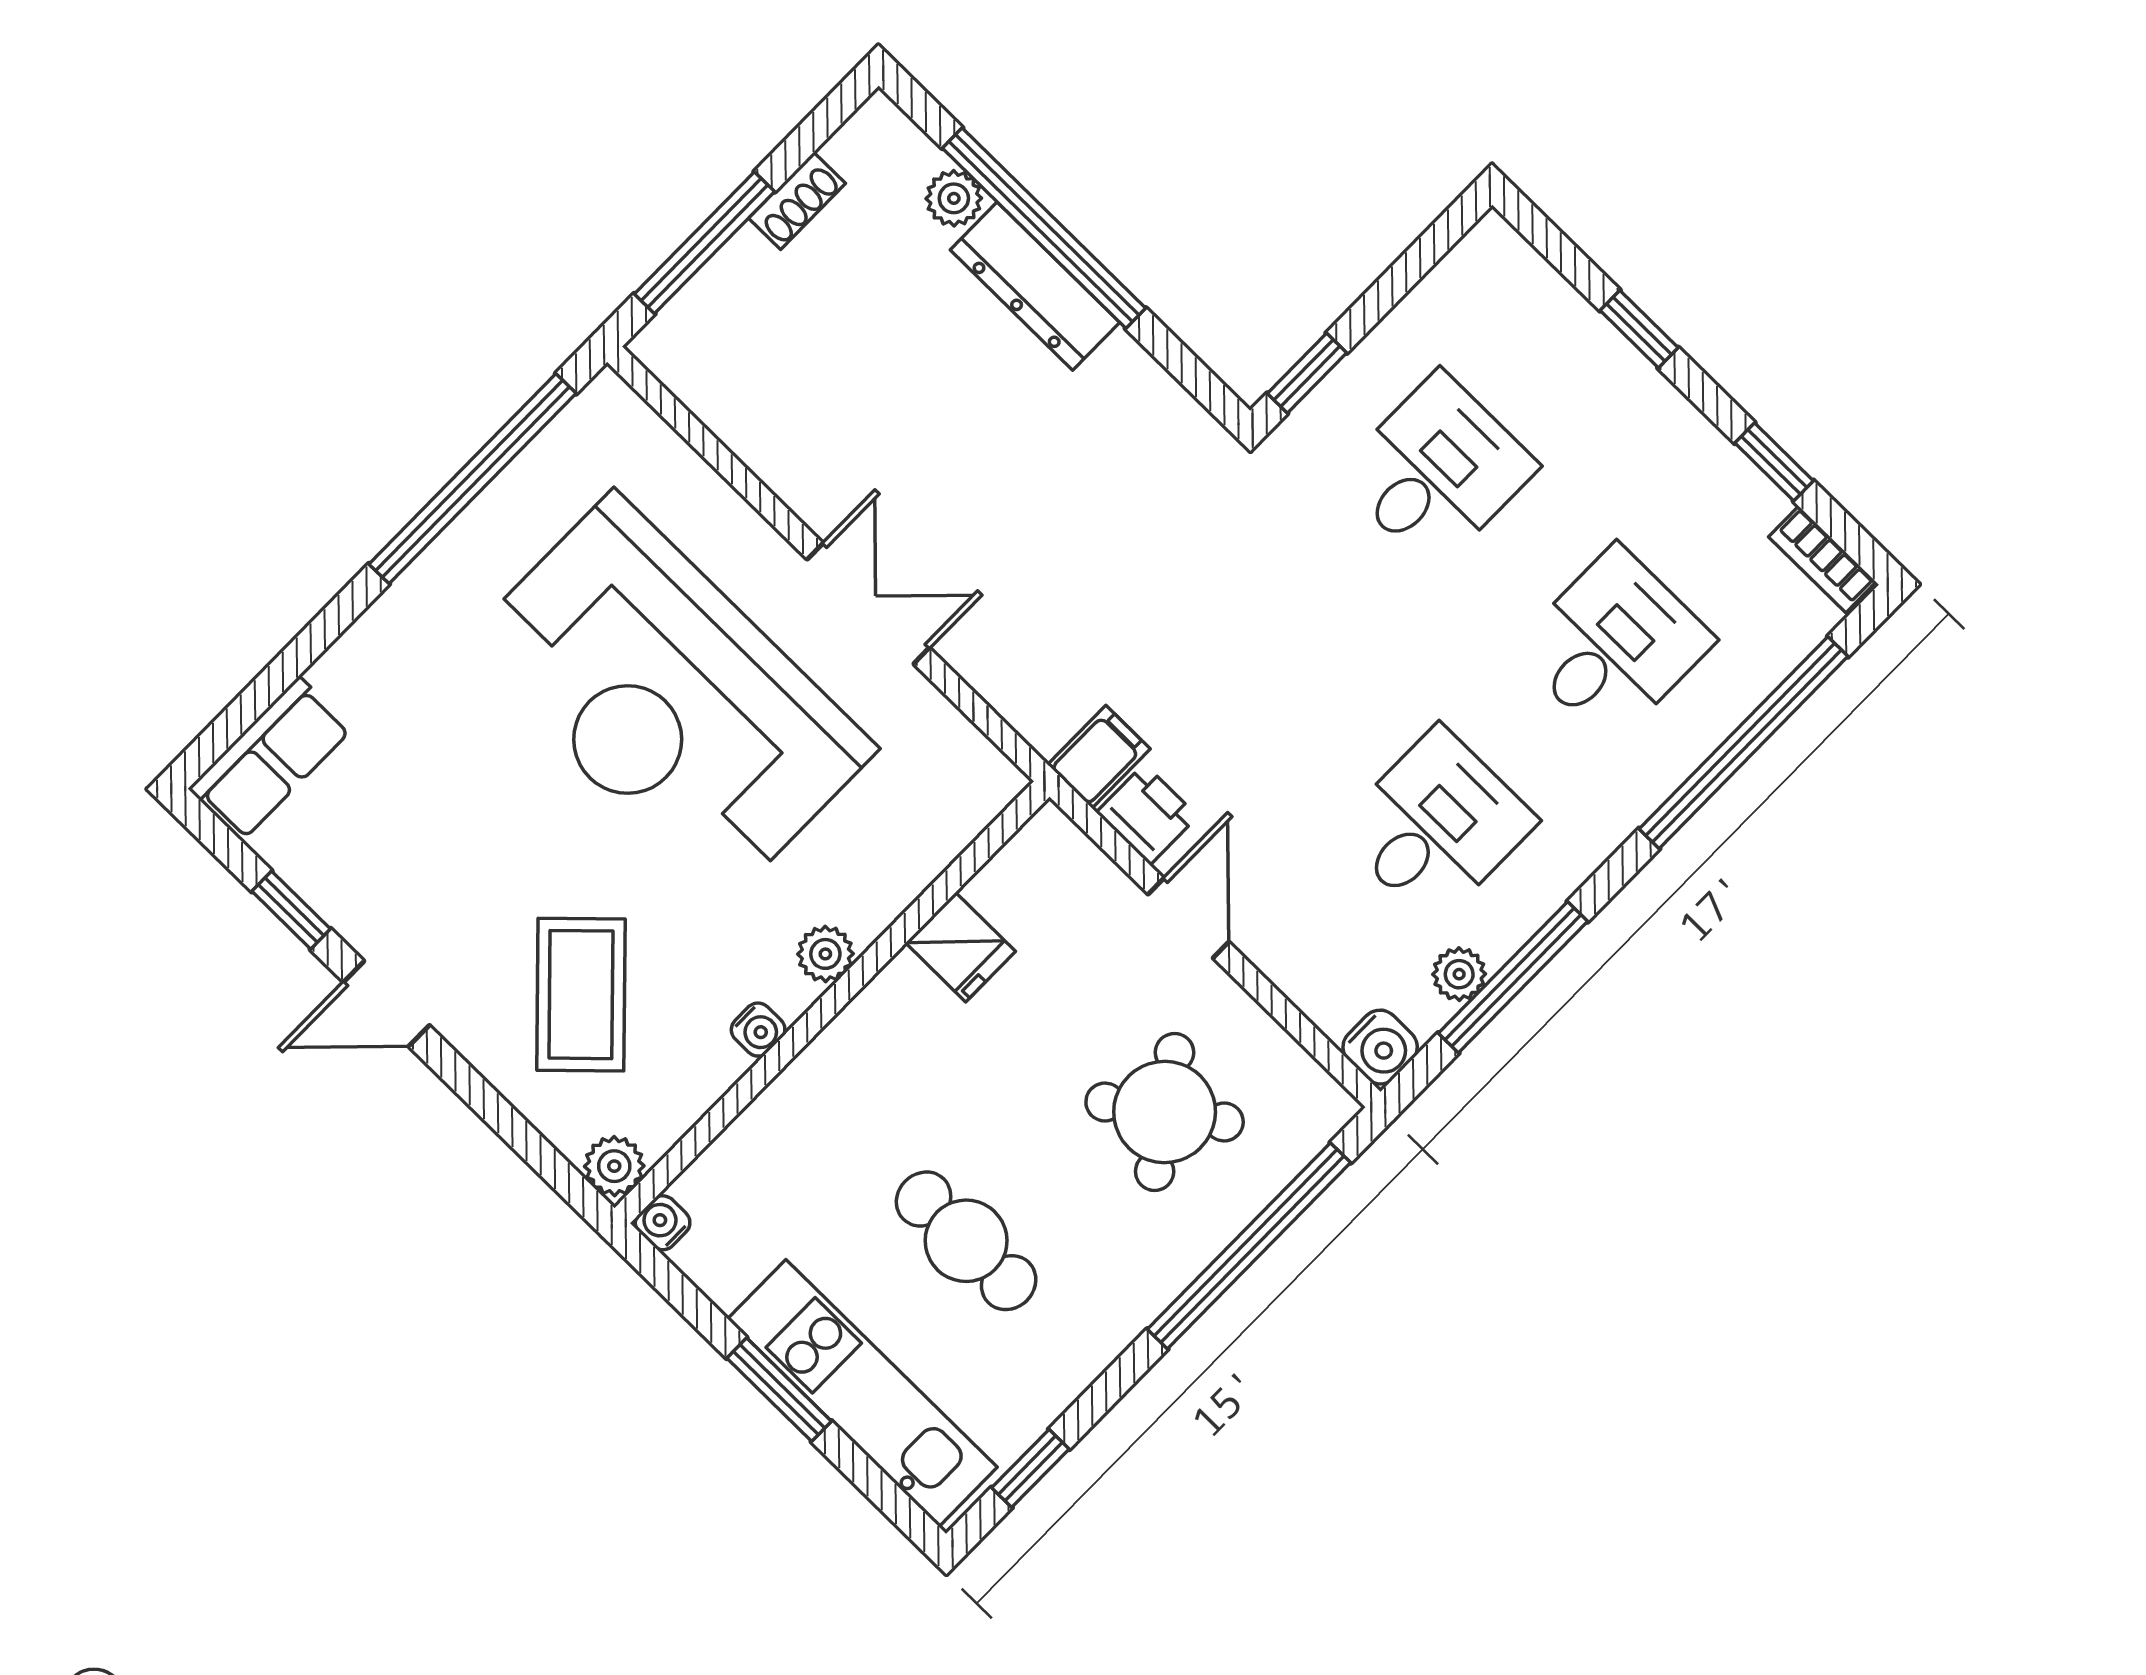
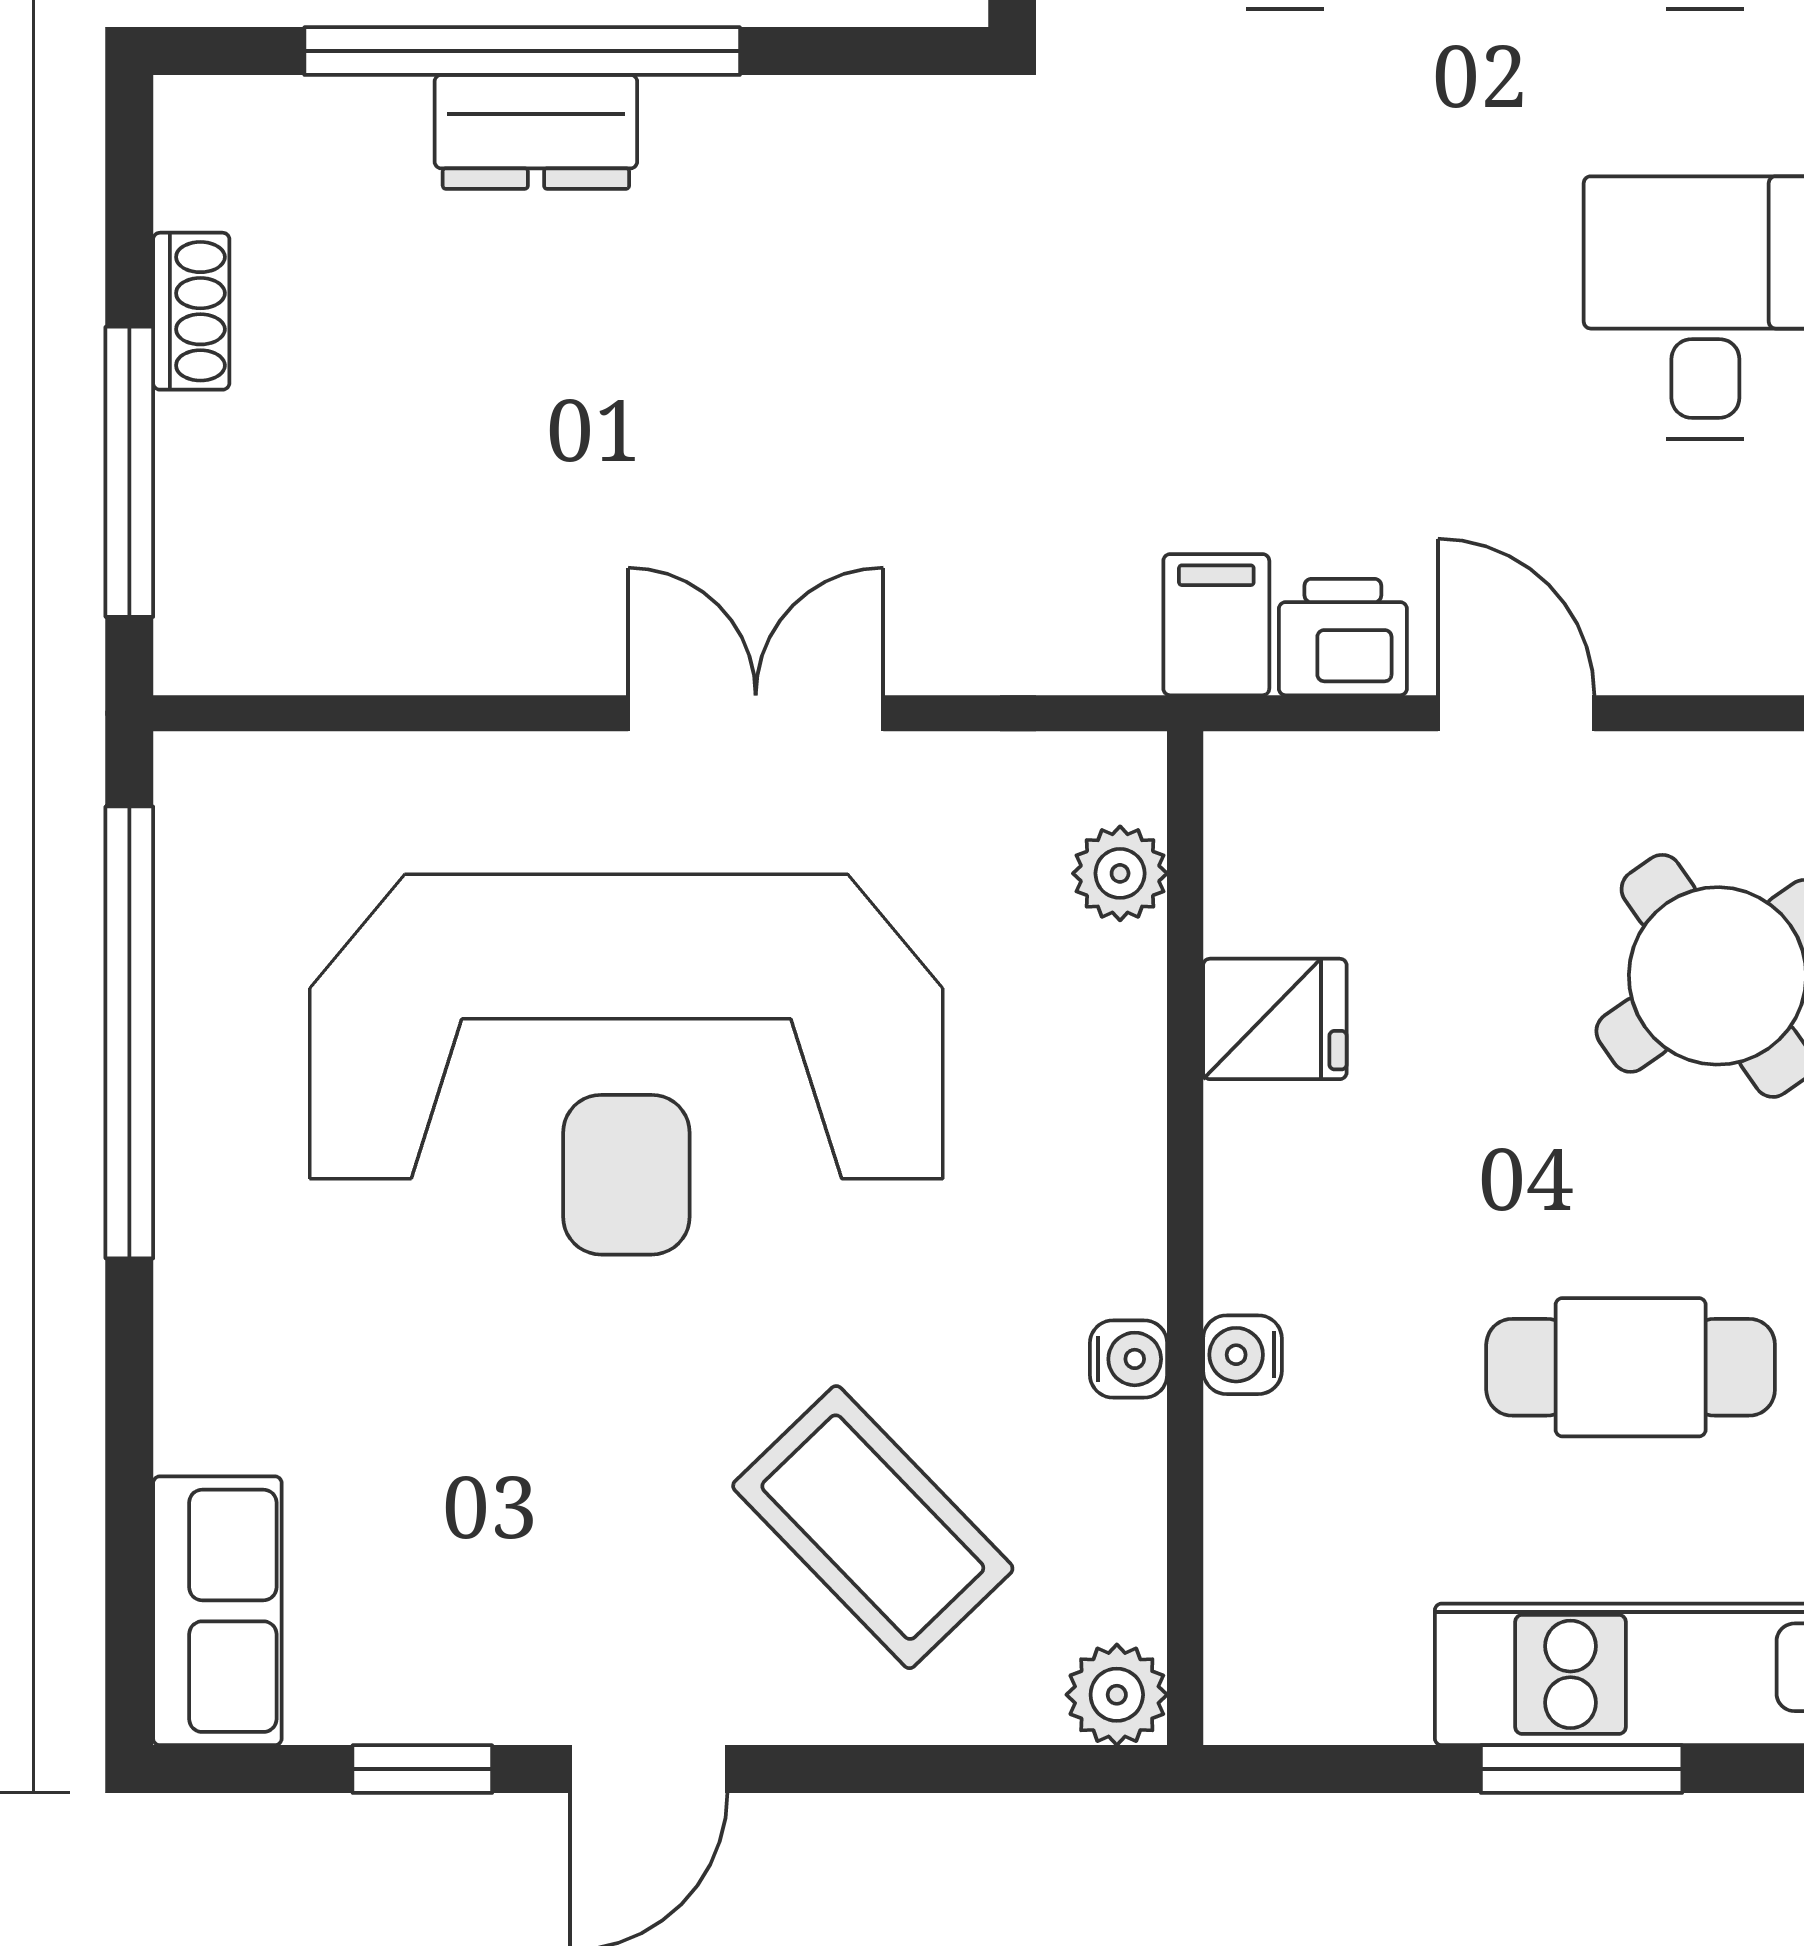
plant: (954, 198) -> (378, 122), removed
dresser: (1035, 286) -> (536, 132), width x0.70
plant: (825, 954) -> (1120, 873), moved
water cooler: (663, 1223) -> (1242, 1355), moved

